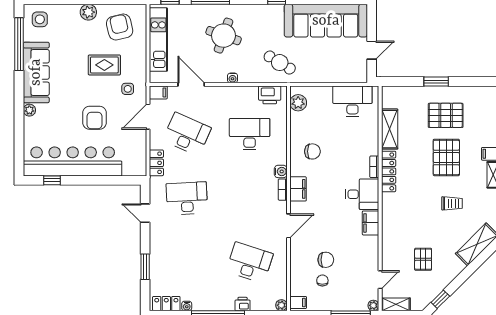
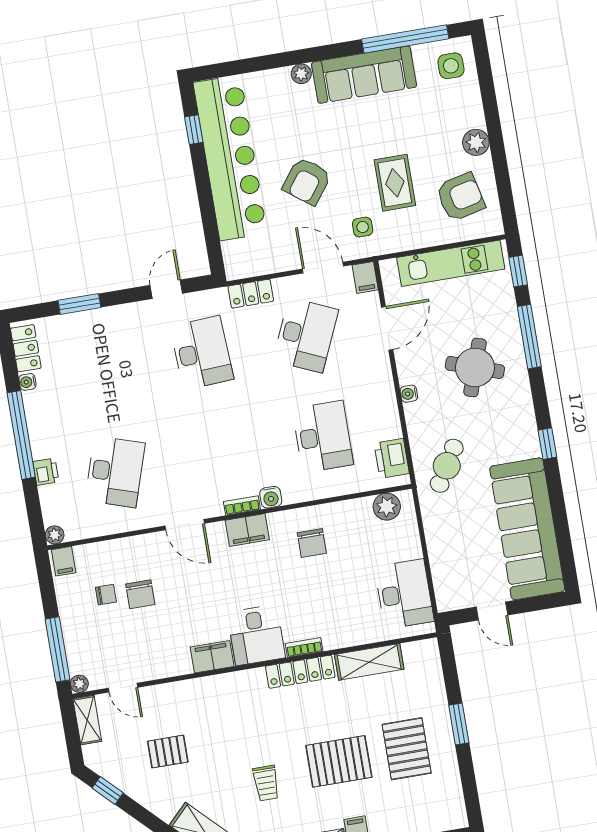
armchair: (94, 118) -> (307, 181), turned -53

